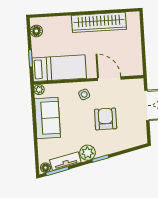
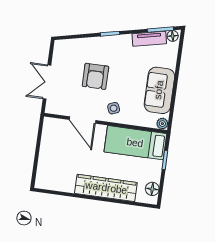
wardrobe: (99, 22) -> (106, 188), moved
plant: (88, 153) -> (123, 43), removed

